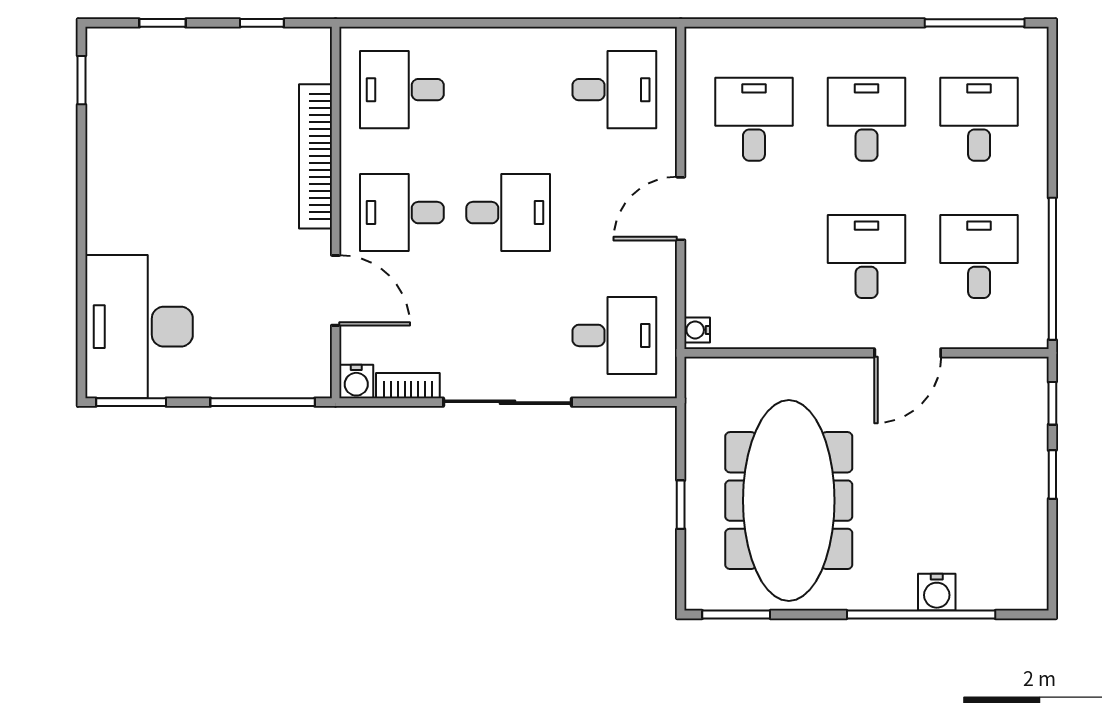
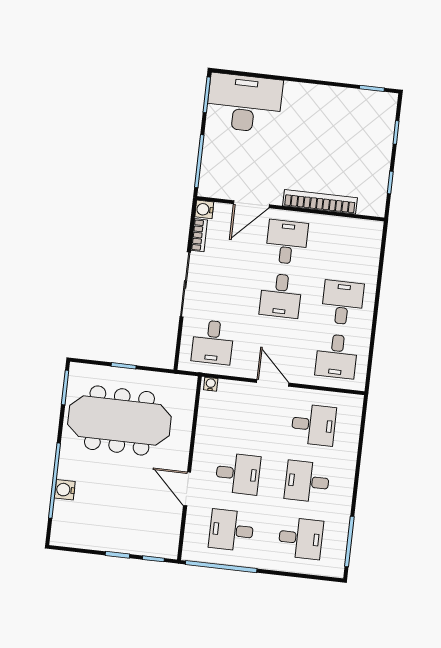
desk: (402, 90) -> (343, 303), moved
desk: (867, 119) -> (307, 482), turned 180
desk: (979, 257) -> (231, 530), turned 180

